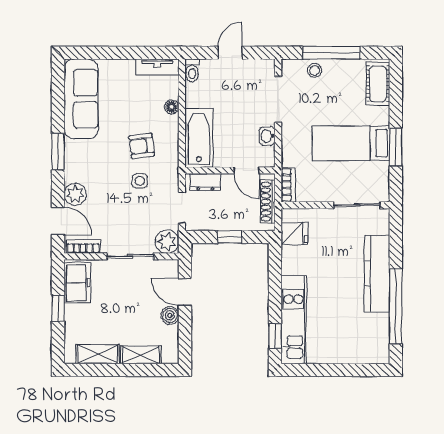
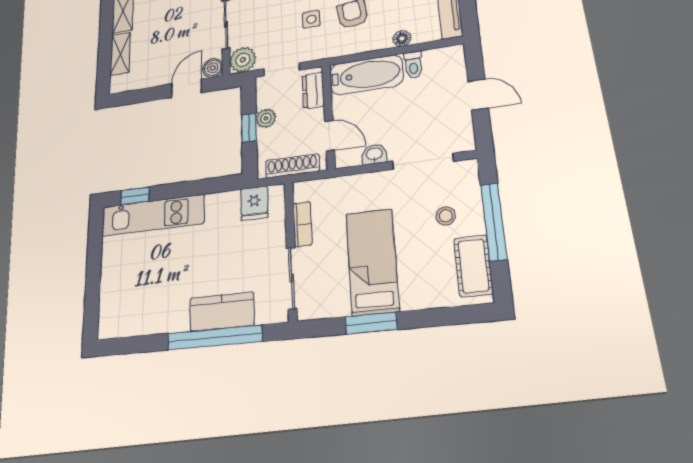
toilet: (192, 70) -> (413, 65), moved, turned -90
stool: (315, 70) -> (446, 216), moved
cot: (378, 84) -> (473, 266), moved, turned 90
door: (247, 170) -> (330, 136), swing flipped
bookcase: (288, 185) -> (302, 224), moved, turned -90
plant: (224, 222) -> (266, 118), added
kitchen counter: (377, 274) -> (222, 312), width x0.67
window: (396, 307) -> (215, 337), moved
boiler: (170, 315) -> (213, 68), moved

